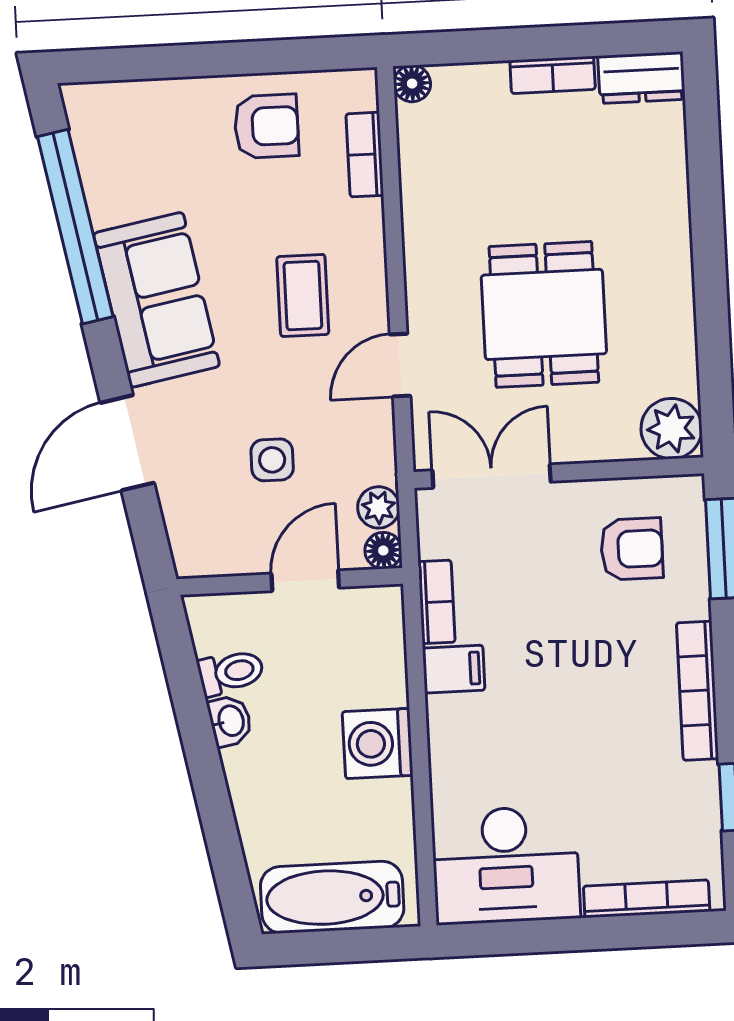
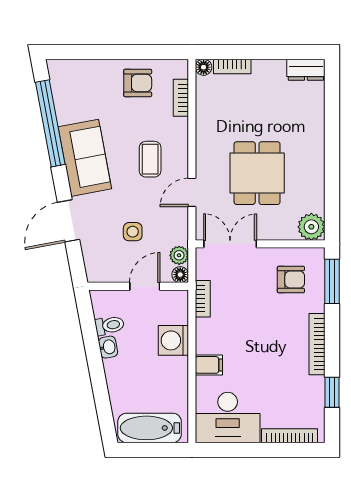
bookcase: (553, 75) -> (232, 67), moved
filing cabinet: (454, 669) -> (209, 365), moved
washing machine: (378, 743) -> (173, 340), moved

